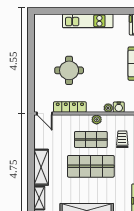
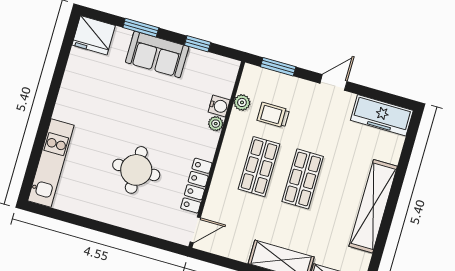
kitchen unit: (88, 21) -> (51, 163), moved
plant: (97, 119) -> (242, 102), moved
shop shelf: (91, 166) -> (303, 179), width x0.70, depth x0.74

